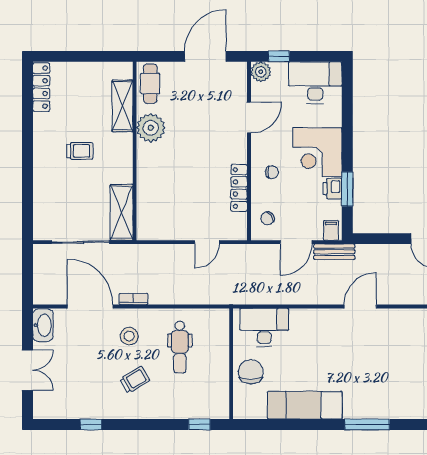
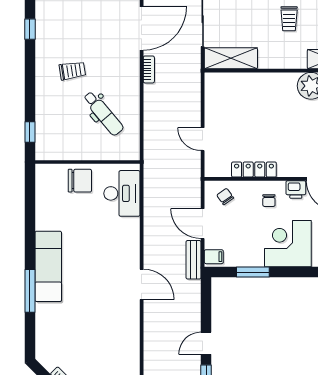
printer: (332, 189) -> (296, 190), moved, turned 180
stool: (129, 336) -> (114, 65), removed
dental chair: (180, 347) -> (103, 113), turned -130
trolley: (135, 380) -> (72, 71), turned -68
exam couch: (305, 405) -> (48, 266), moved

